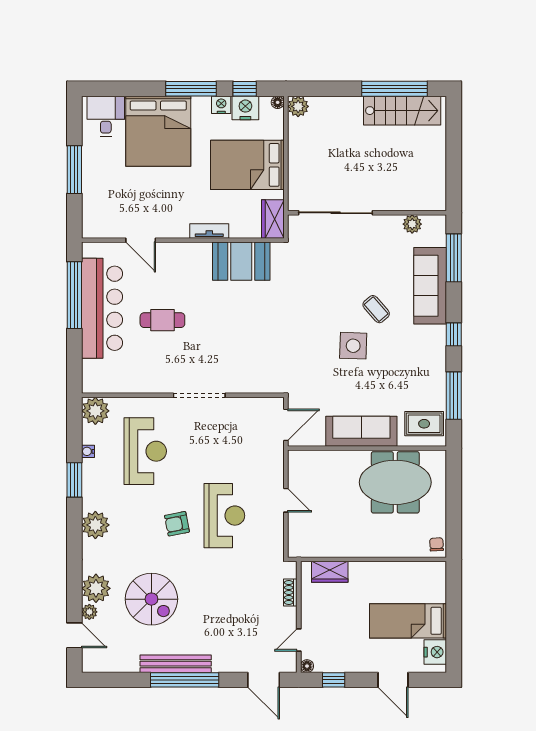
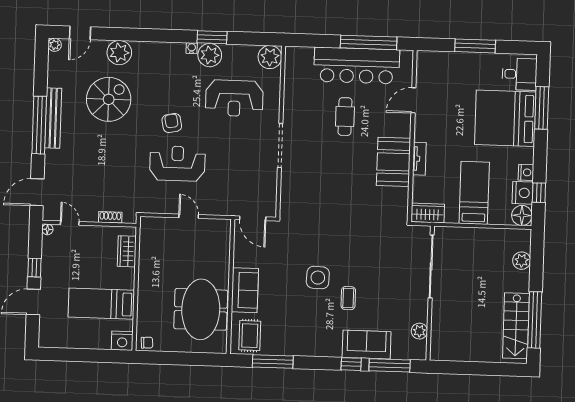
window: (191, 89) -> (542, 108), moved
floor lamp: (278, 102) -> (522, 215), width x1.89, depth x1.89
plant: (298, 106) -> (522, 261), moved
bed: (247, 165) -> (474, 193), width x0.67
booth: (241, 261) -> (394, 162), moved
sofa: (430, 286) -> (367, 345), width x0.73
coffee table: (376, 309) -> (348, 298), turned -49
window: (454, 334) -> (351, 364), moved
sofa: (361, 431) -> (245, 290), width x0.73
water cooler: (88, 451) -> (192, 48), moved
door: (286, 500) -> (189, 216), swing flipped
reception desk: (224, 516) -> (177, 163), turned 180
plant: (95, 525) -> (210, 55), moved
spiral stairs: (151, 599) -> (109, 99), turned 180
plant: (89, 612) -> (55, 45), moved
bed: (408, 621) -> (101, 304), moved, turned -90
nightstand: (435, 652) -> (122, 341), moved
window: (334, 680) -> (34, 268), moved

